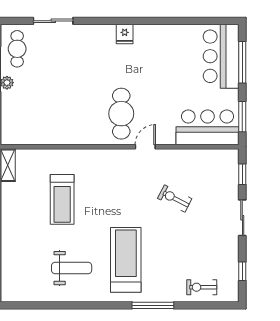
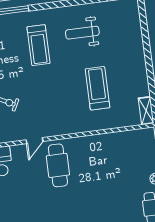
treadmill: (126, 260) -> (38, 45), width x0.73, depth x0.73

